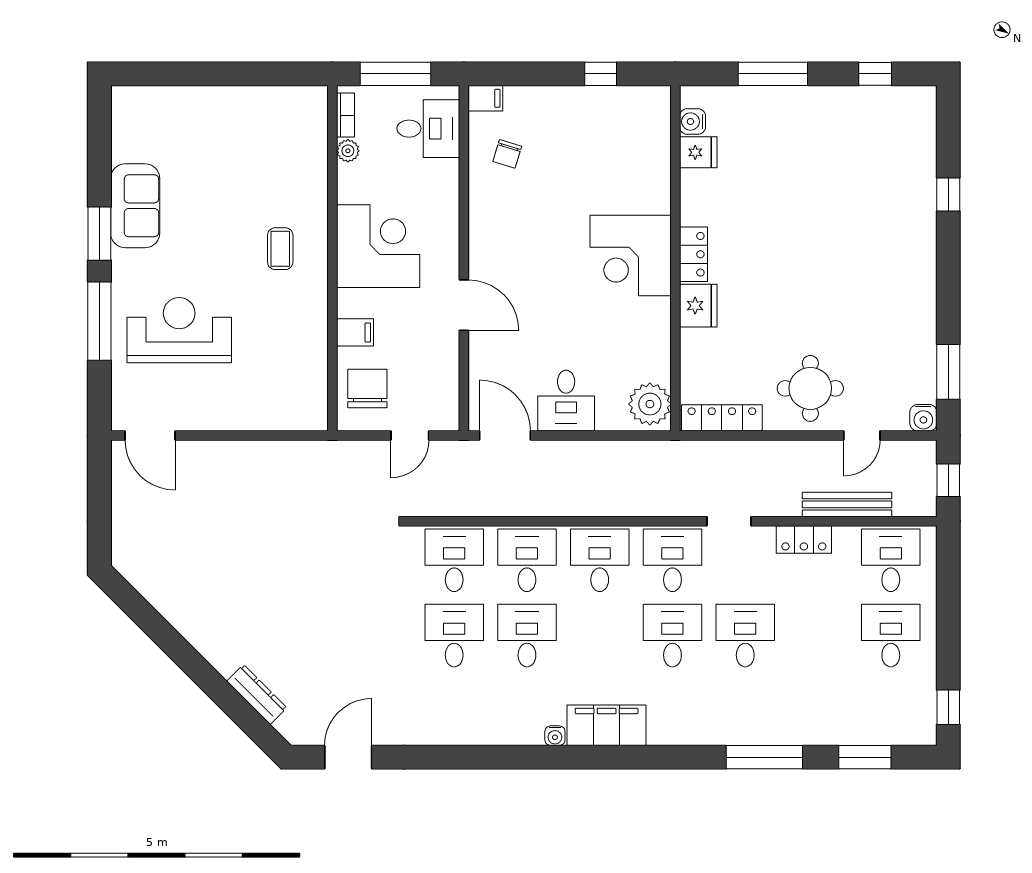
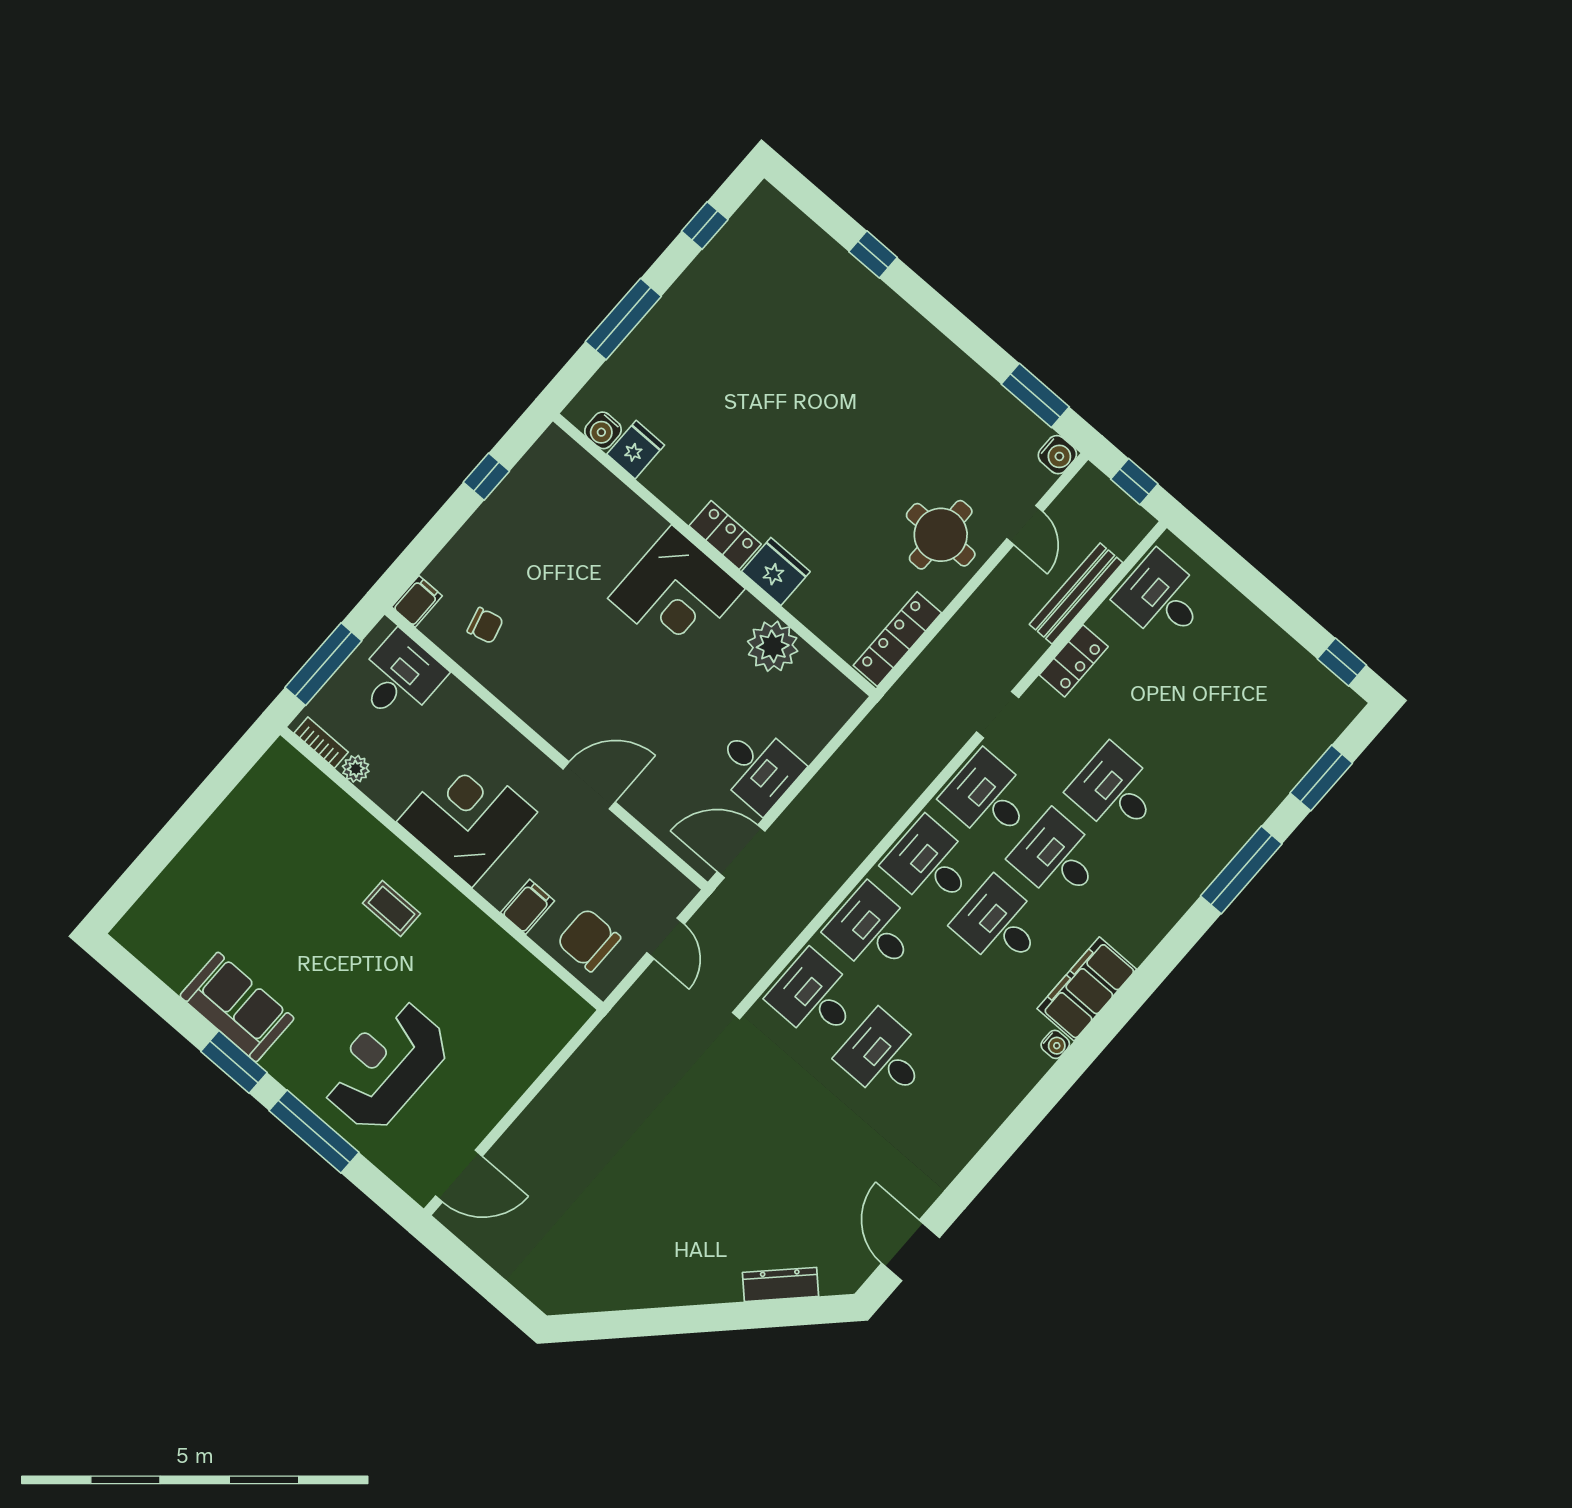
chair: (507, 154) -> (485, 626), turned -32
plant: (650, 404) -> (773, 646), moved
desk: (527, 636) -> (999, 924), moved
desk: (891, 636) -> (1231, 658), removed

